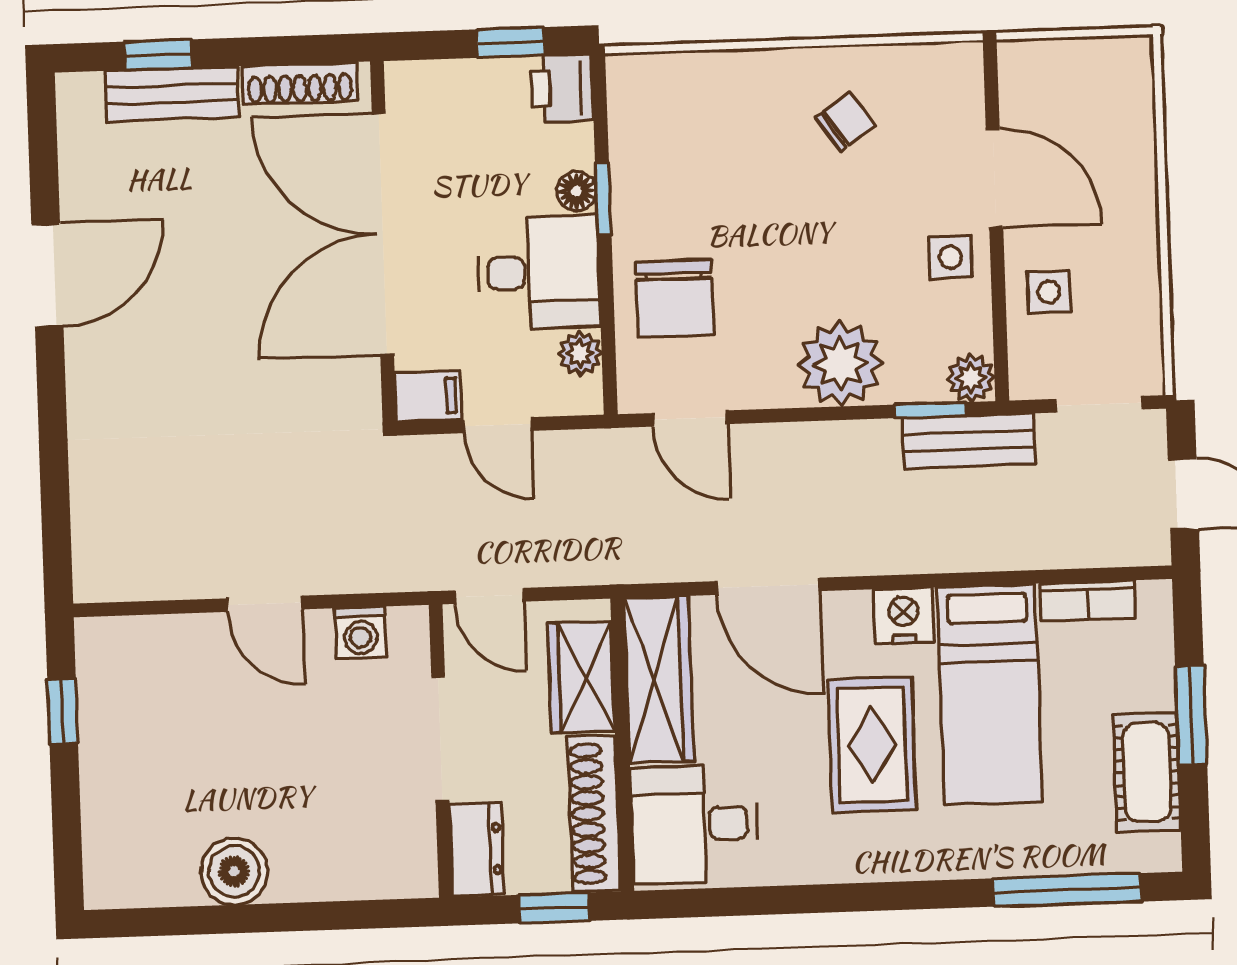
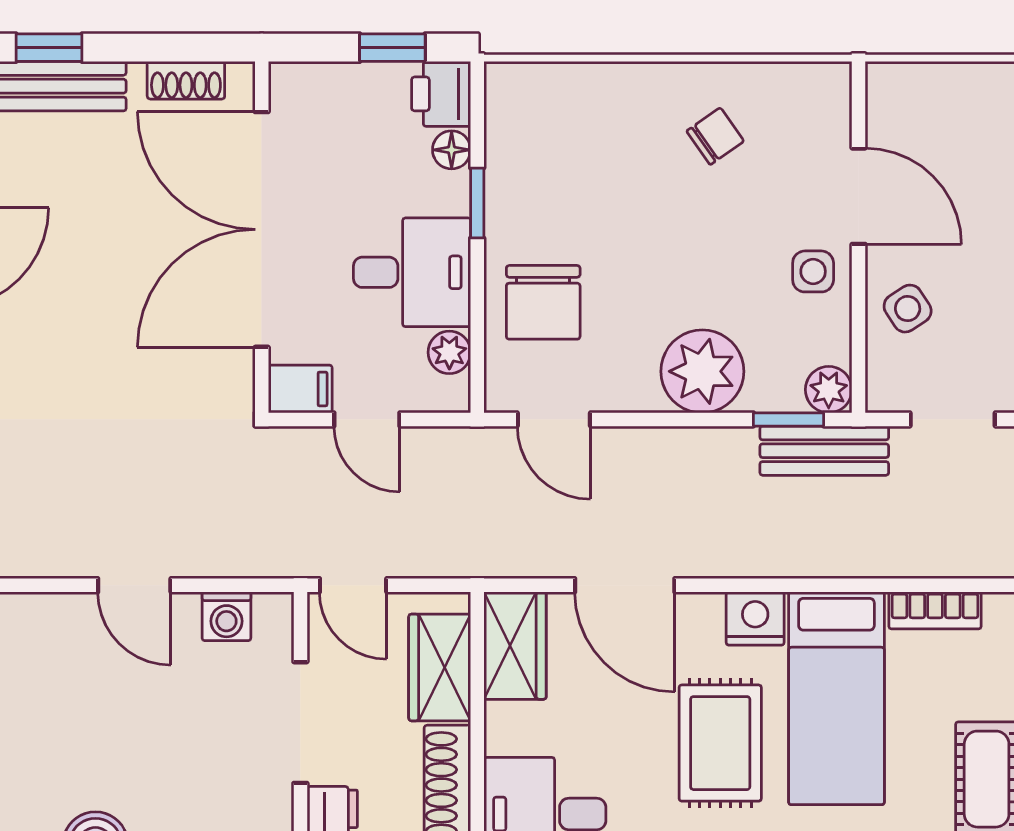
shoe rack: (300, 83) -> (186, 80), width x0.70
floor lamp: (577, 191) -> (452, 150), moved
side table: (1049, 292) -> (908, 309), turned -33
wardrobe: (659, 680) -> (515, 646), width x0.67

